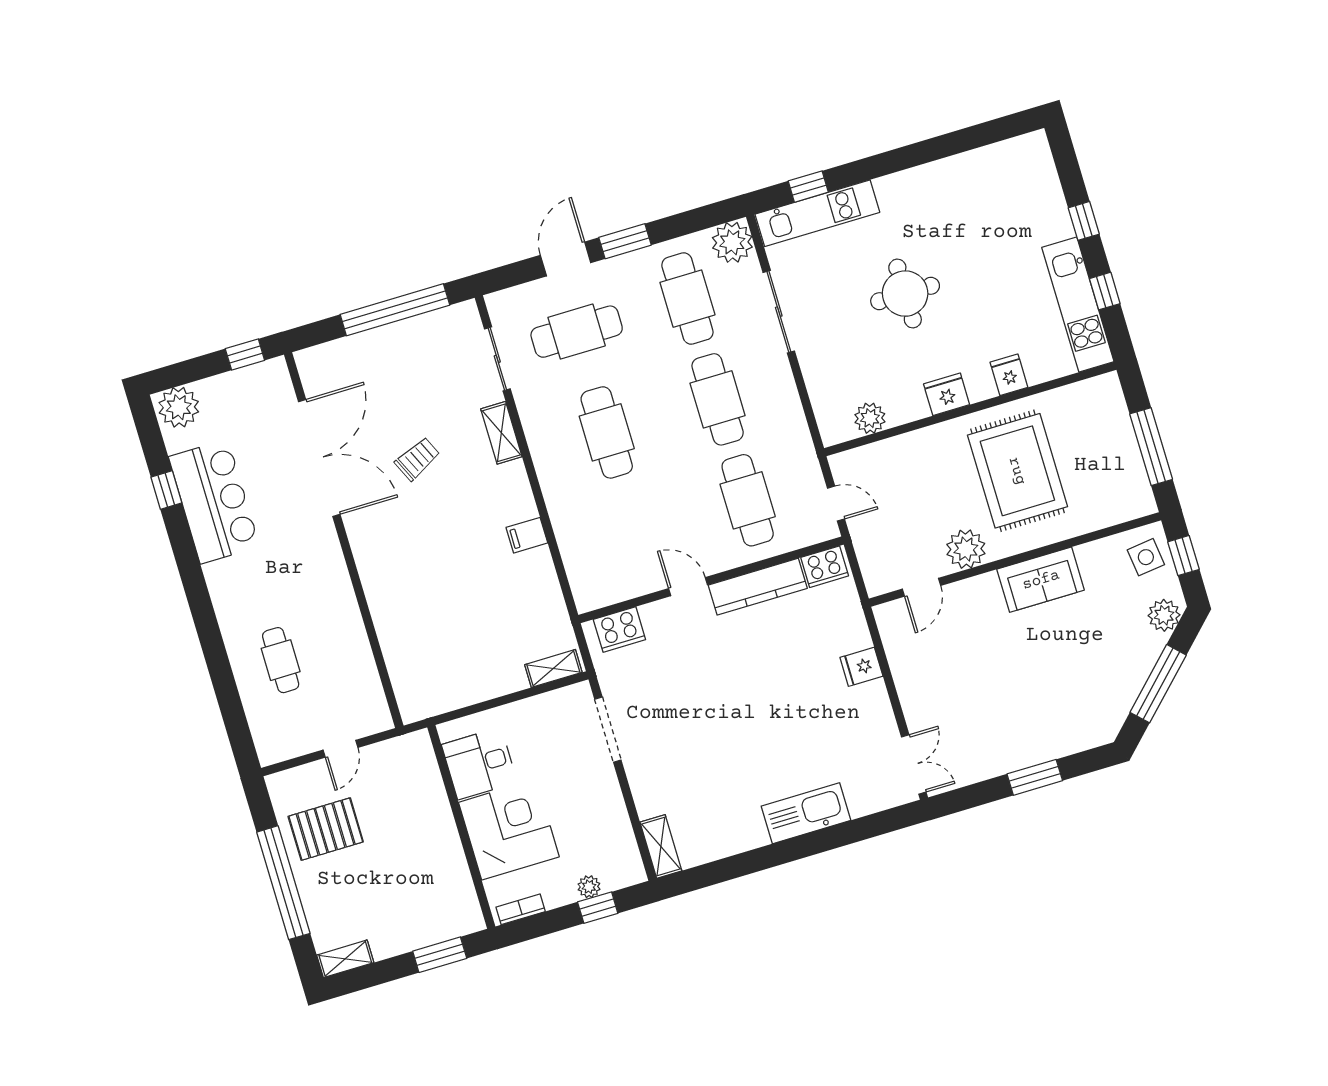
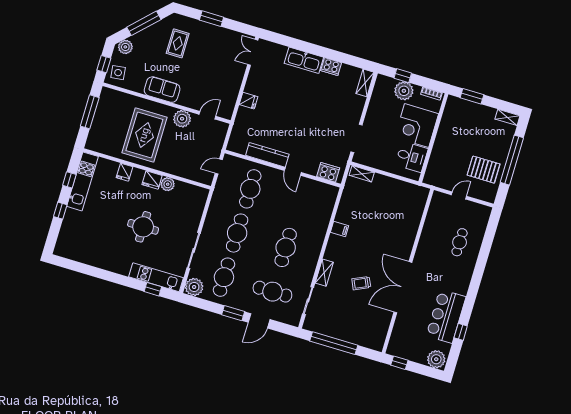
plant: (870, 418) -> (168, 184), moved
double door: (319, 458) -> (403, 287), moved
door: (836, 504) -> (219, 166), hinge flipped
cooker: (825, 567) -> (331, 67), moved, turned 180
rug: (1068, 688) -> (178, 43), added
plant: (589, 887) -> (404, 91), width x1.87, depth x1.87

